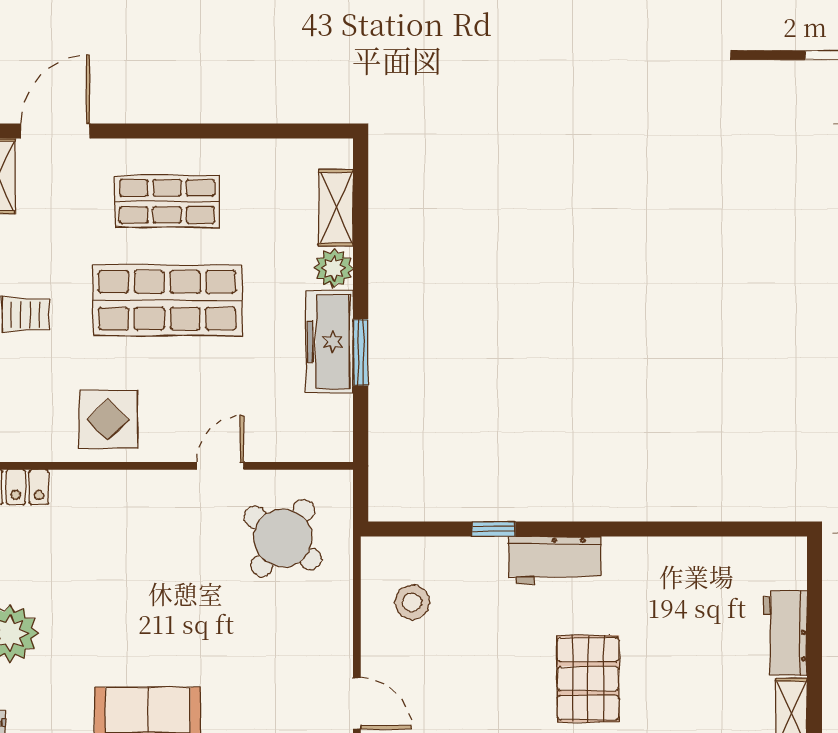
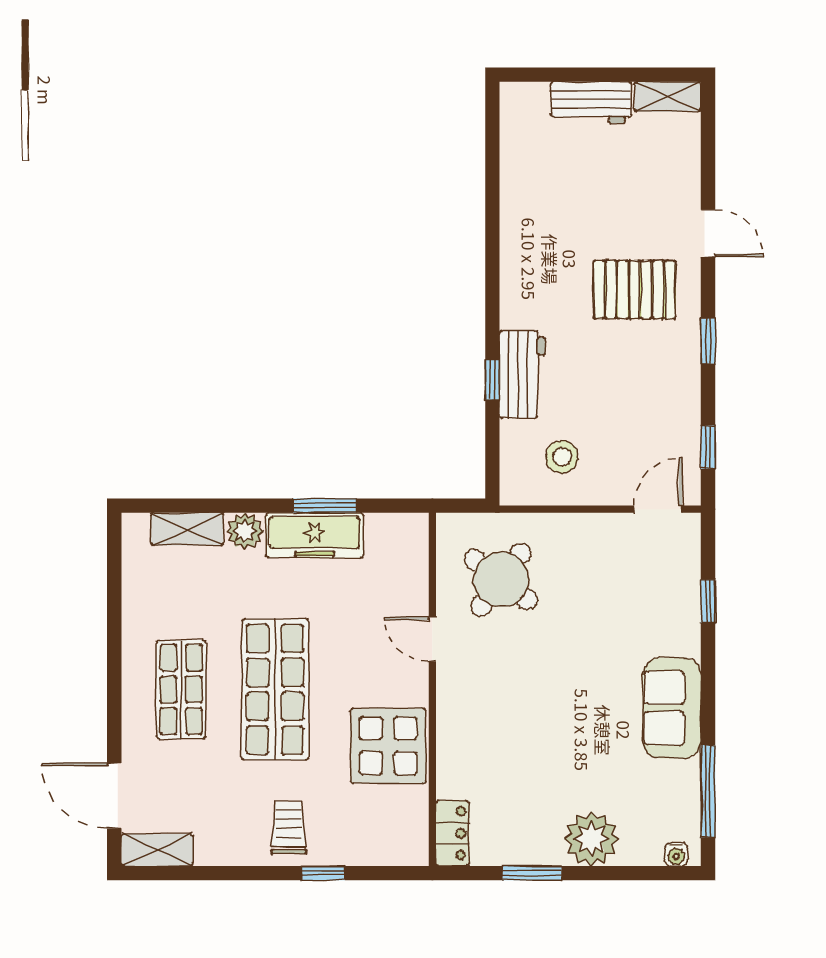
display table: (108, 419) -> (388, 746), width x1.36, depth x1.36
workbench: (555, 560) -> (522, 374), moved

